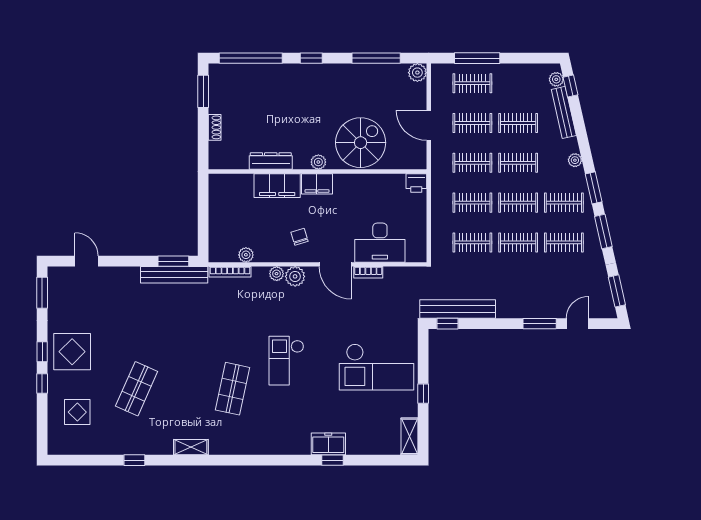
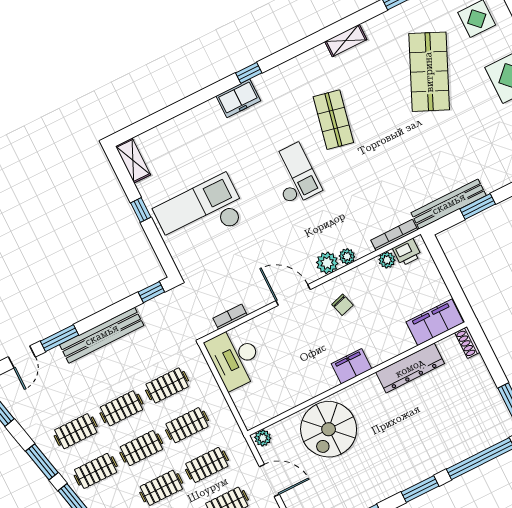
window: (311, 58) -> (420, 489), width x1.50
shoe rack: (215, 127) -> (467, 343), moved
dresser: (271, 161) -> (410, 368), width x1.37, depth x1.24
plant: (318, 162) -> (263, 438), moved
printer: (416, 183) -> (407, 252), moved, turned 180
filing cabinet: (277, 186) -> (435, 322), moved
desk: (380, 243) -> (235, 358), moved, turned -90
window: (173, 261) -> (478, 207), moved
bookcase: (368, 272) -> (230, 317), moved
bench: (458, 309) -> (102, 335), moved
shop shelf: (137, 389) -> (429, 72), width x1.43, depth x1.36
freezer: (328, 444) -> (238, 98), moved
window: (333, 460) -> (249, 73), moved

